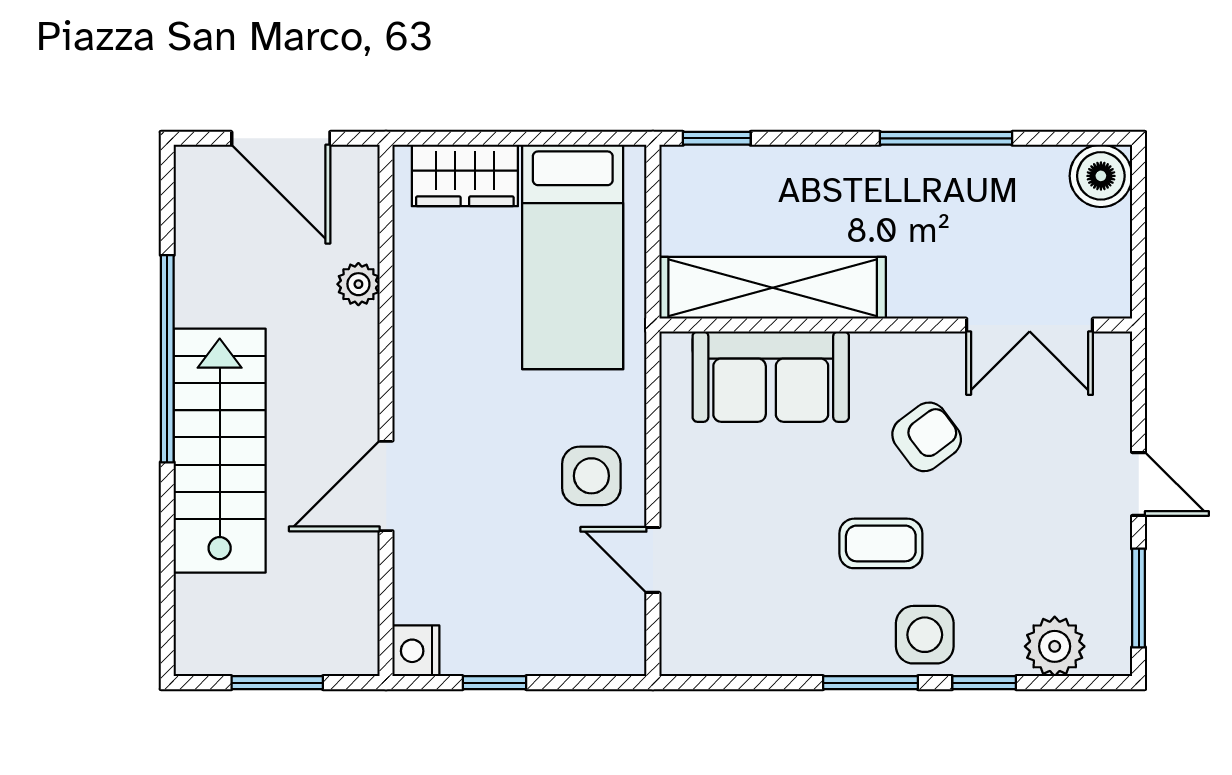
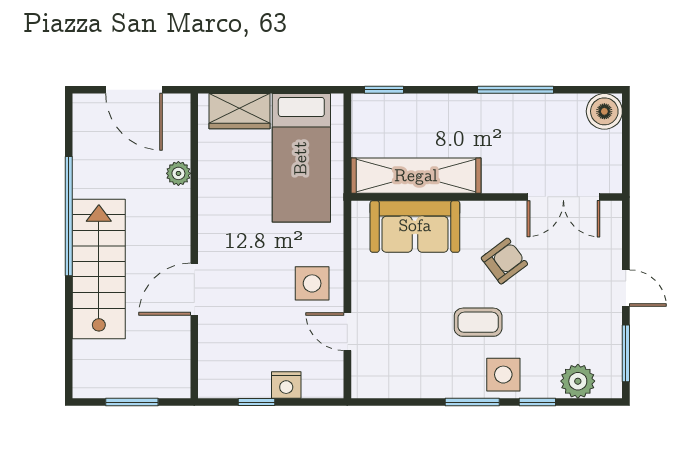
nightstand: (416, 651) -> (286, 385), moved, turned -90

